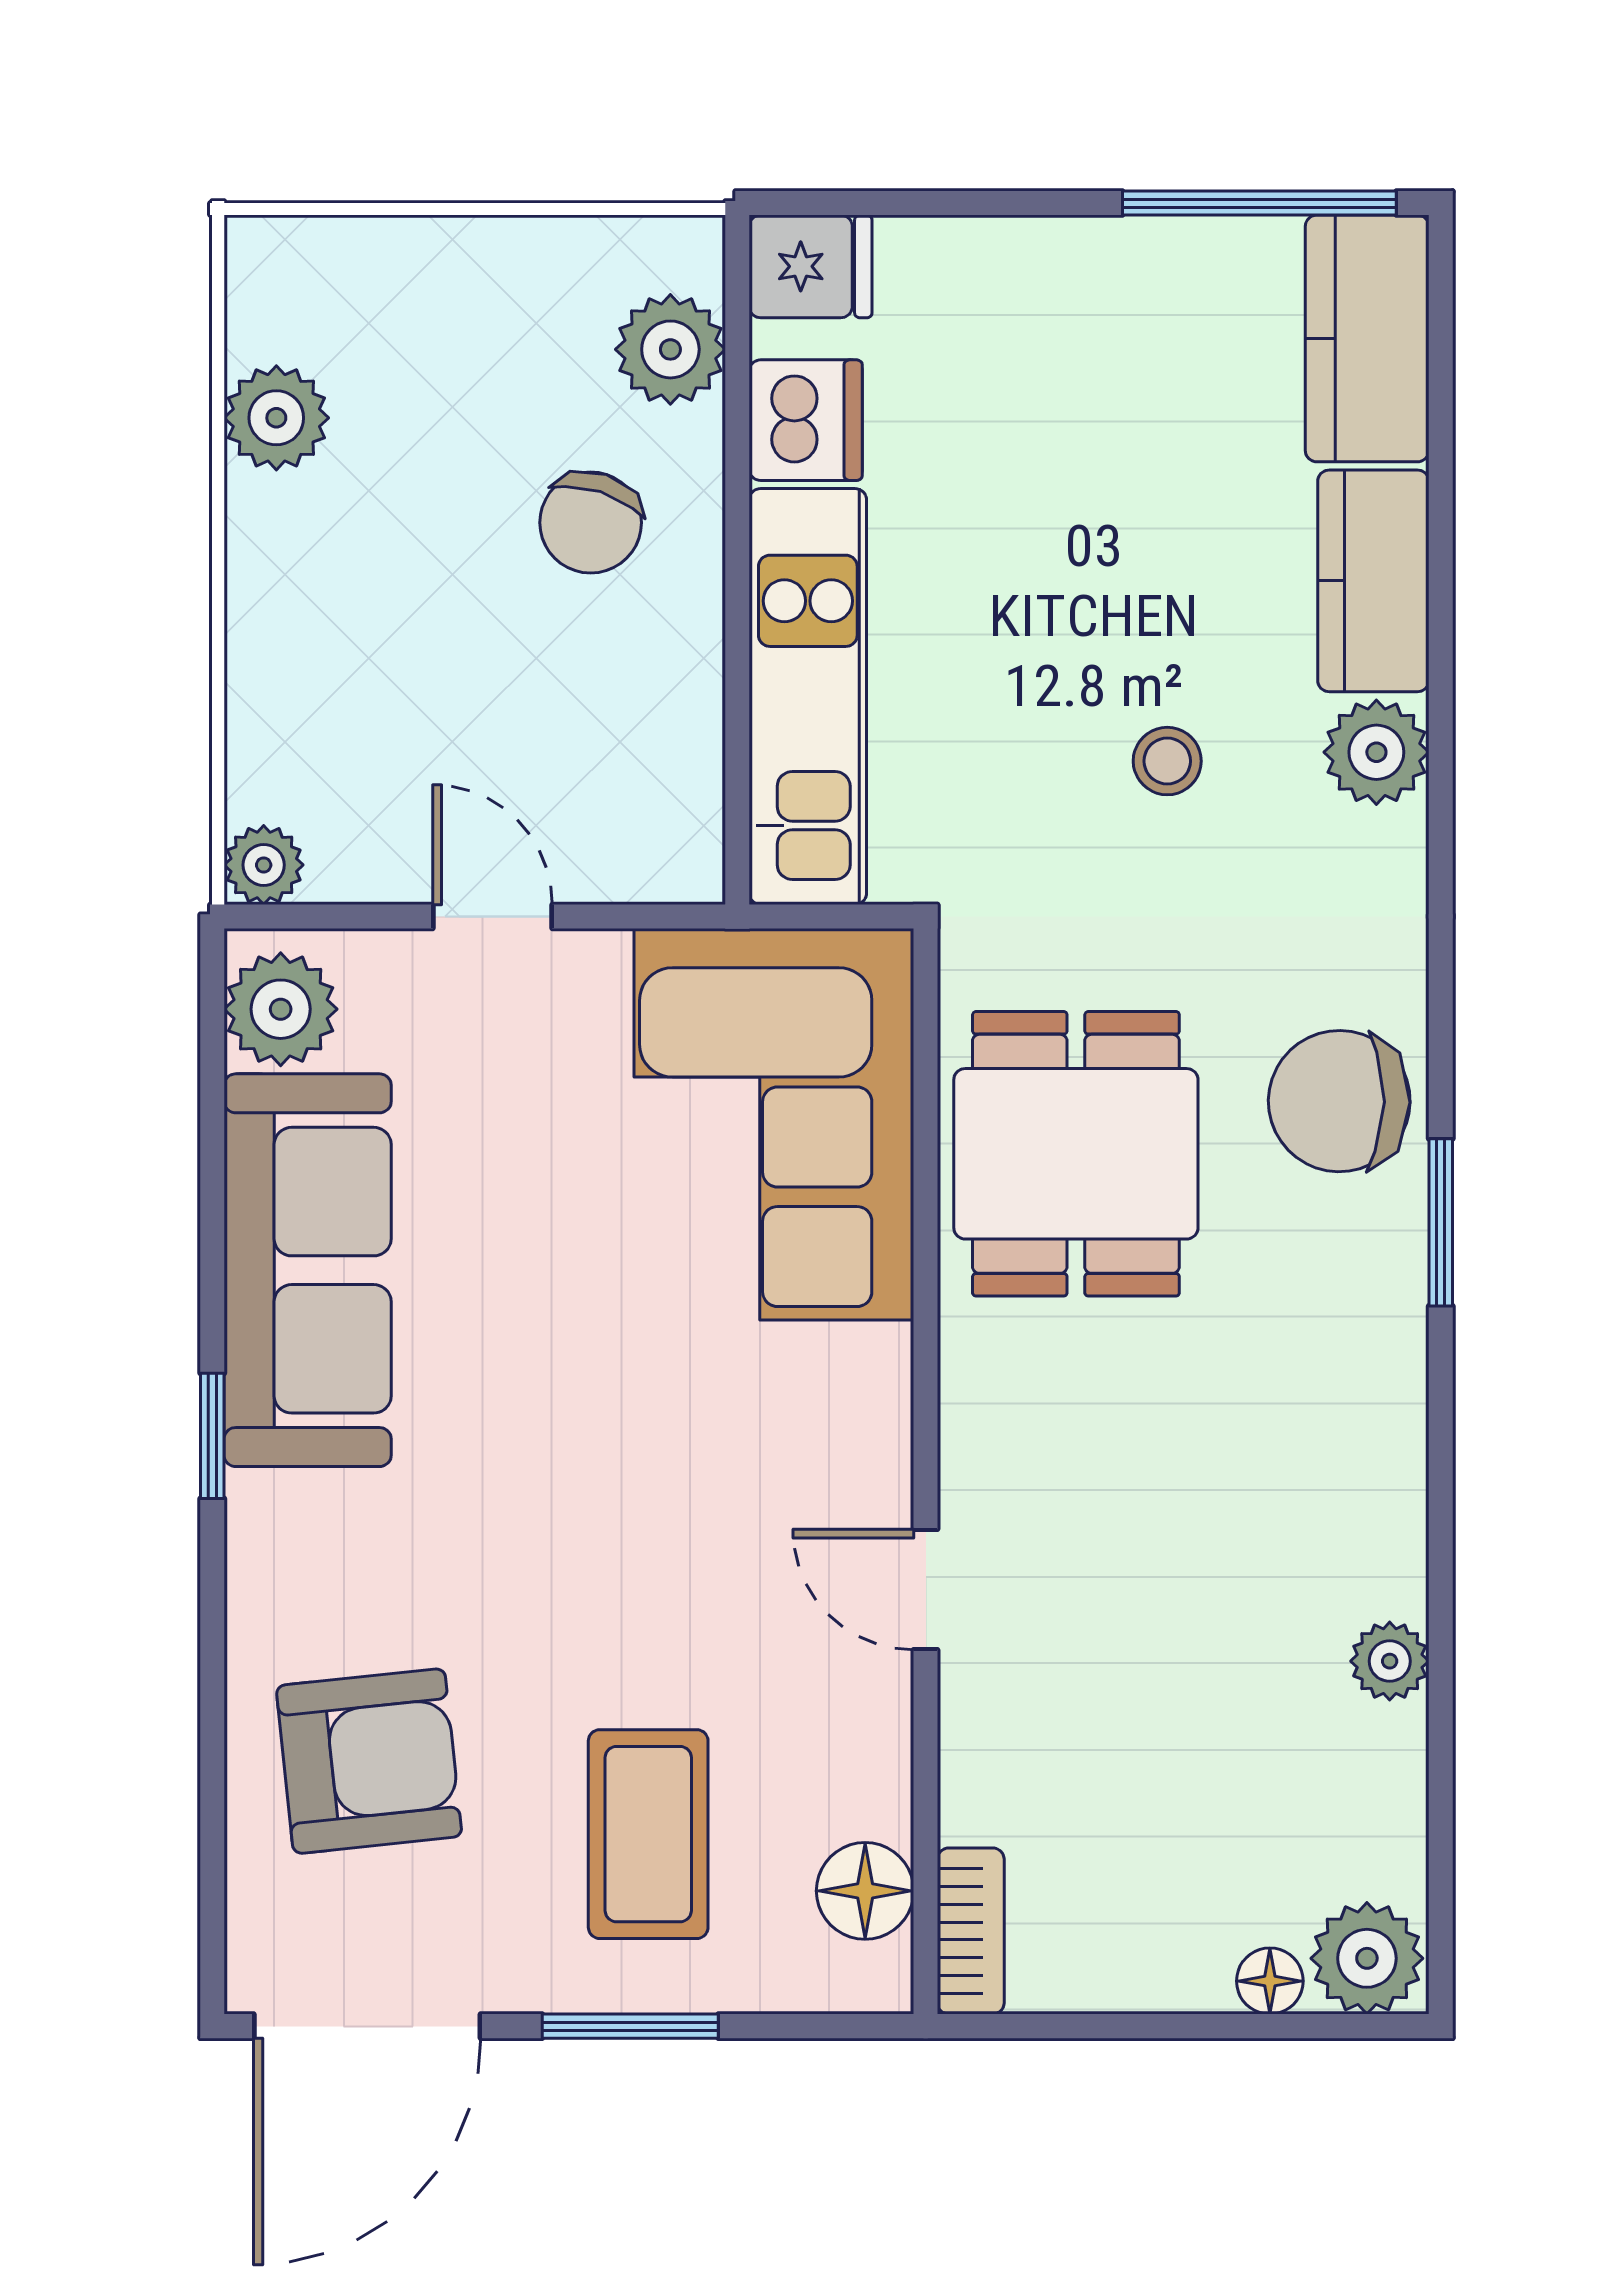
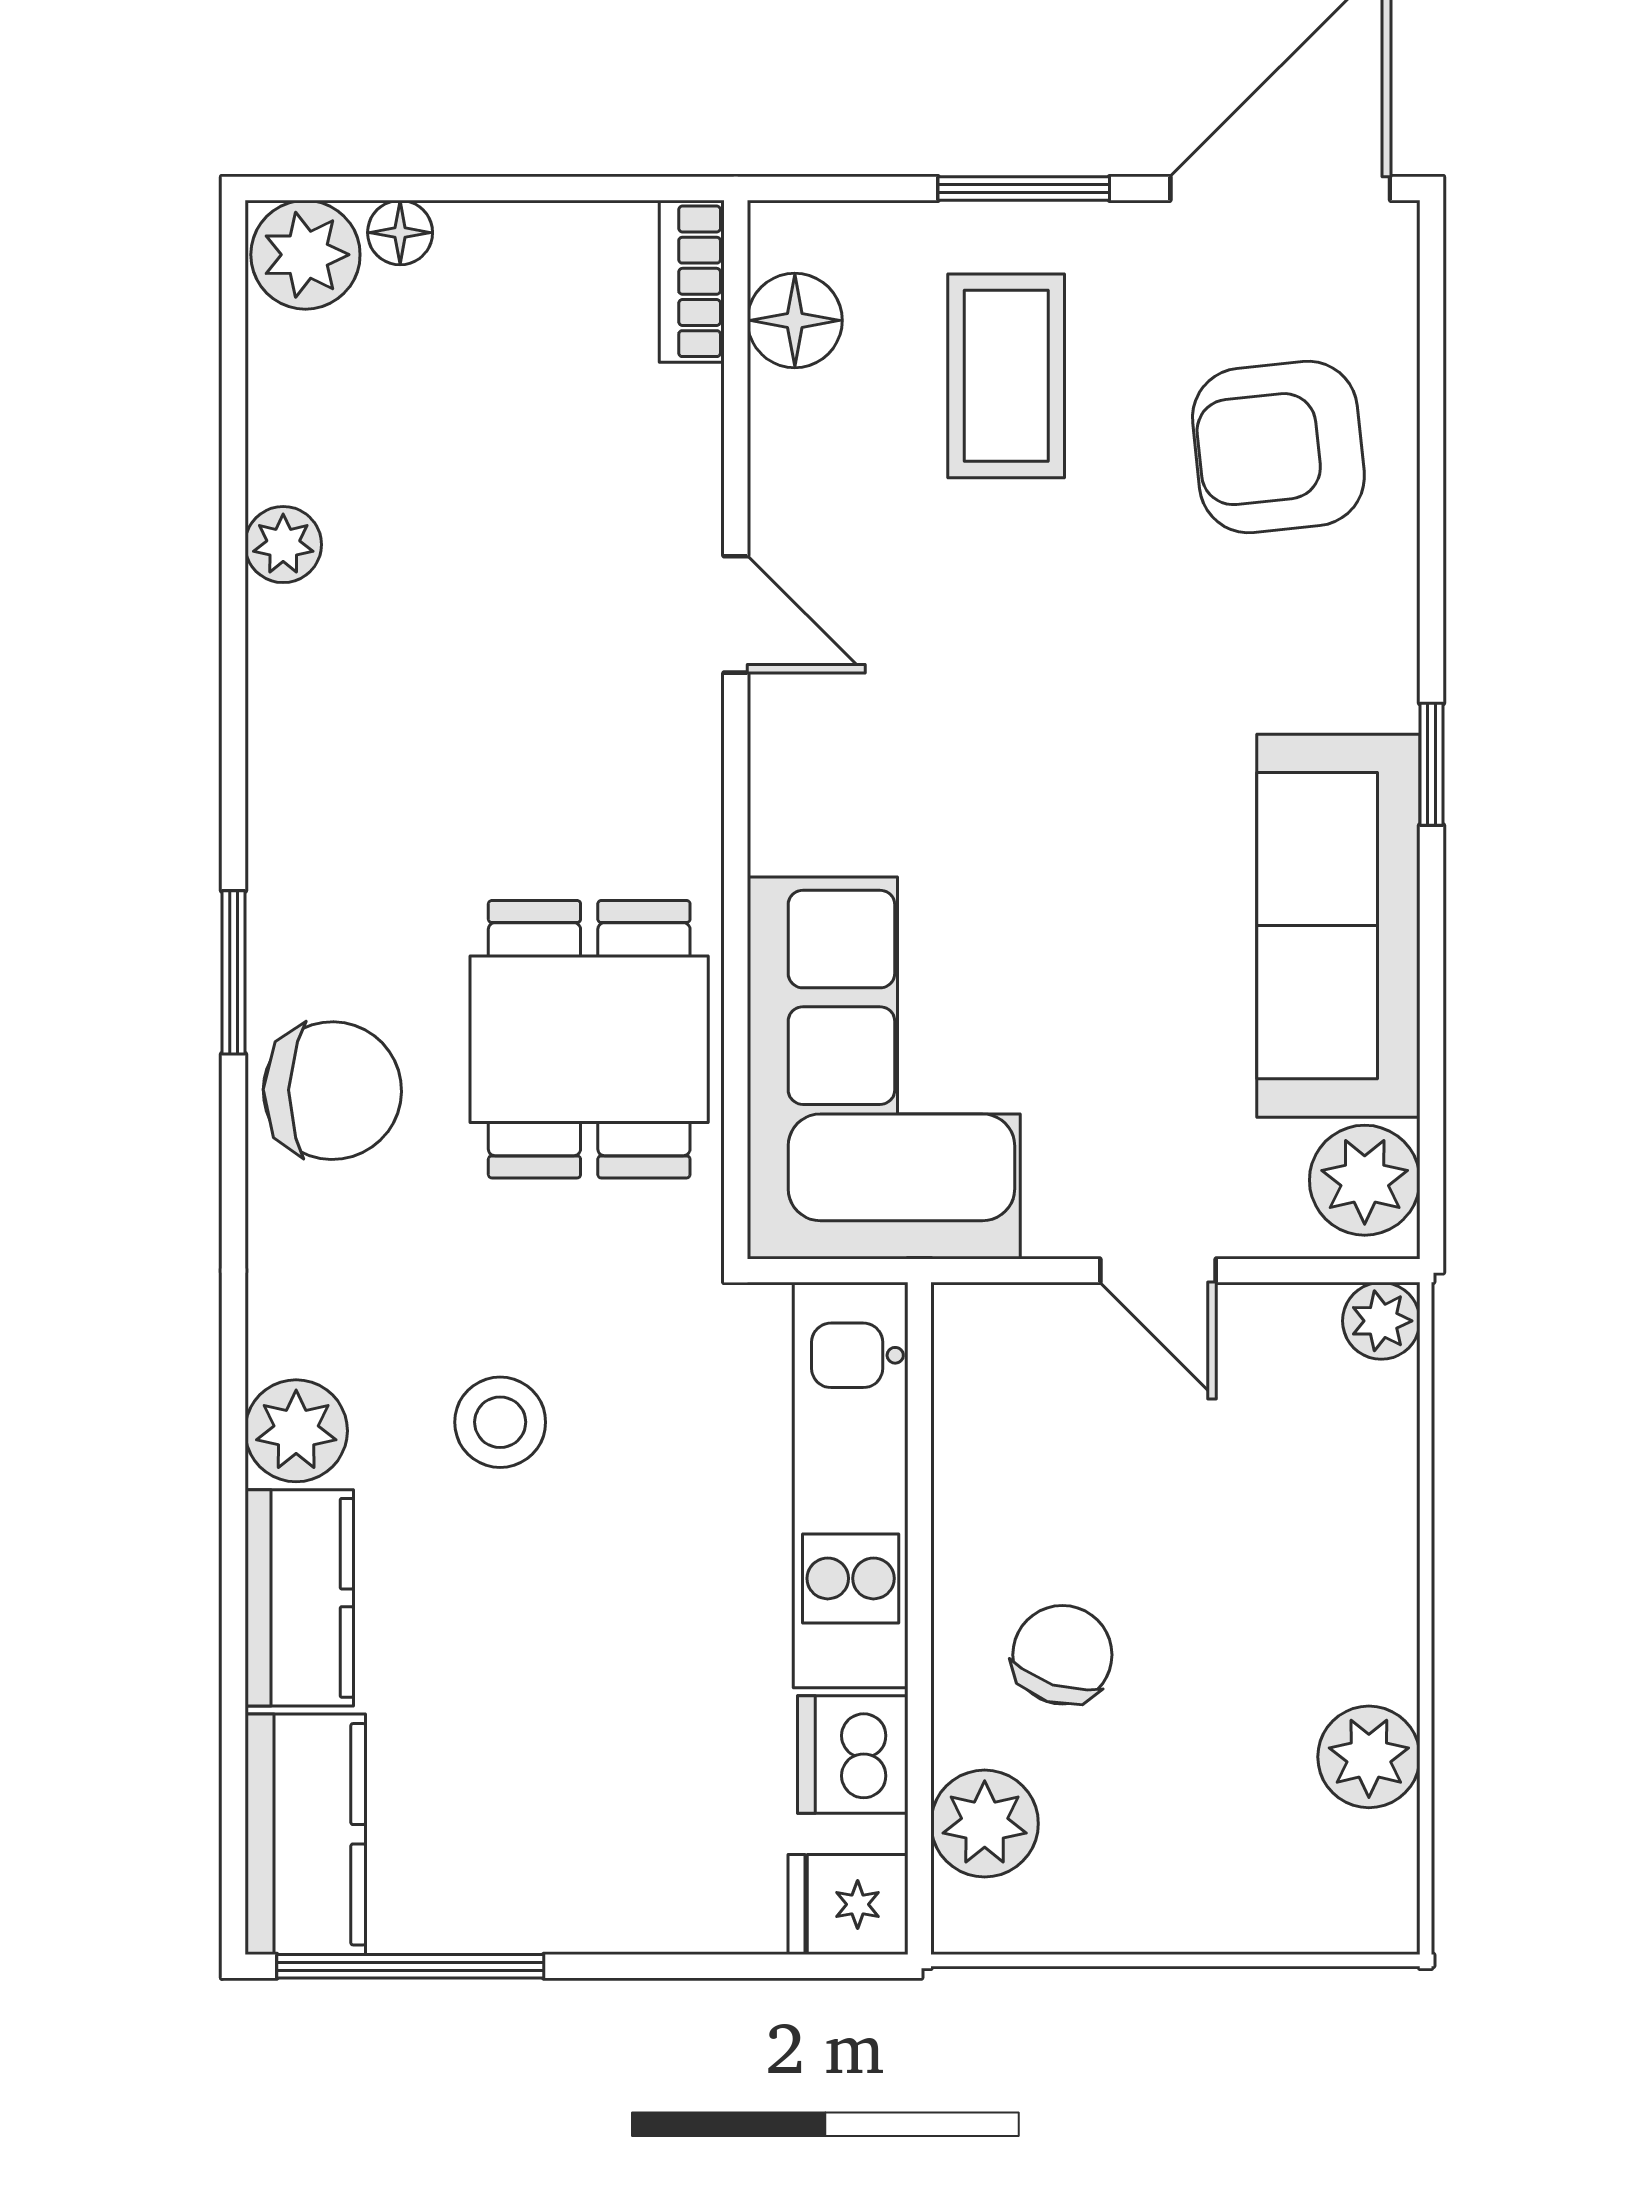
stool: (1167, 761) -> (500, 1422), width x1.37, depth x1.37

